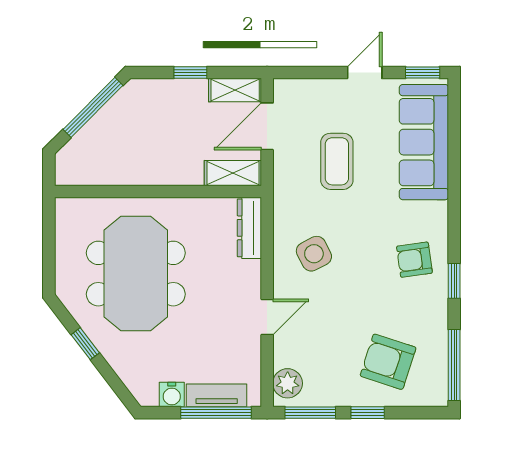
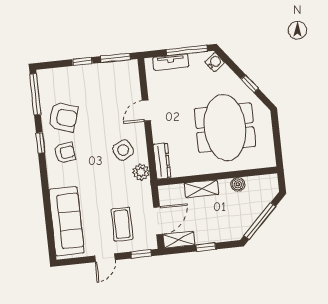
window: (423, 73) -> (141, 254), moved
coffee table: (337, 161) -> (122, 224), moved
shelving: (233, 173) -> (201, 189), moved
boiler: (124, 174) -> (238, 184), added
armchair: (388, 362) -> (63, 117), moved
plant: (288, 383) -> (141, 172), moved
water cooler: (172, 395) -> (215, 62), moved, turned 53
window: (216, 413) -> (187, 50), moved

